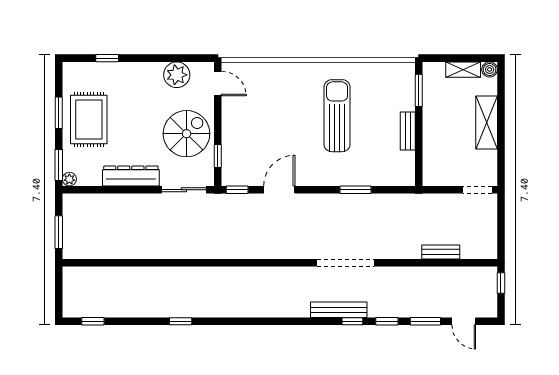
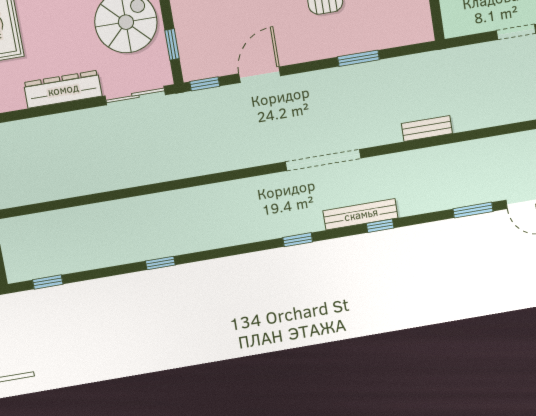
bench: (441, 252) -> (427, 128), moved
doorway: (345, 263) -> (323, 160), moved
window: (387, 321) -> (298, 240), moved

